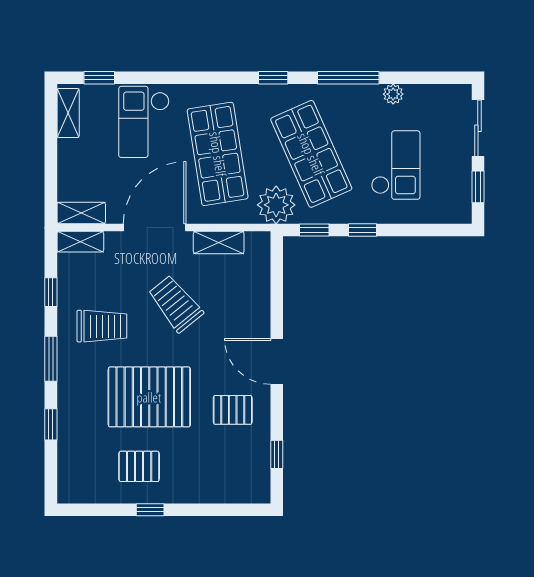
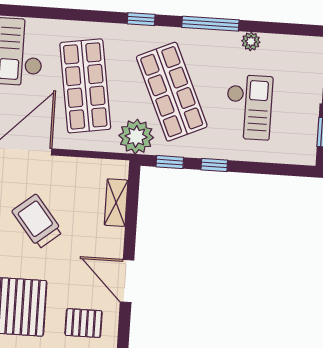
shelving: (219, 243) -> (116, 203), moved, turned 90

